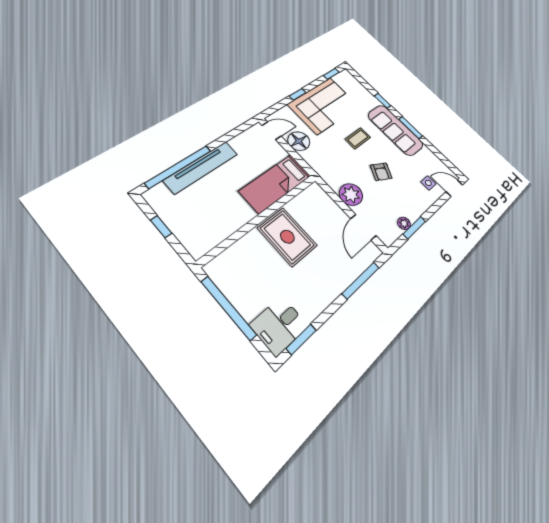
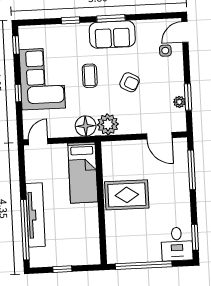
sofa: (395, 130) -> (112, 35), width x0.73
floor lamp: (299, 141) -> (86, 126), moved
plant: (351, 194) -> (108, 124), moved

